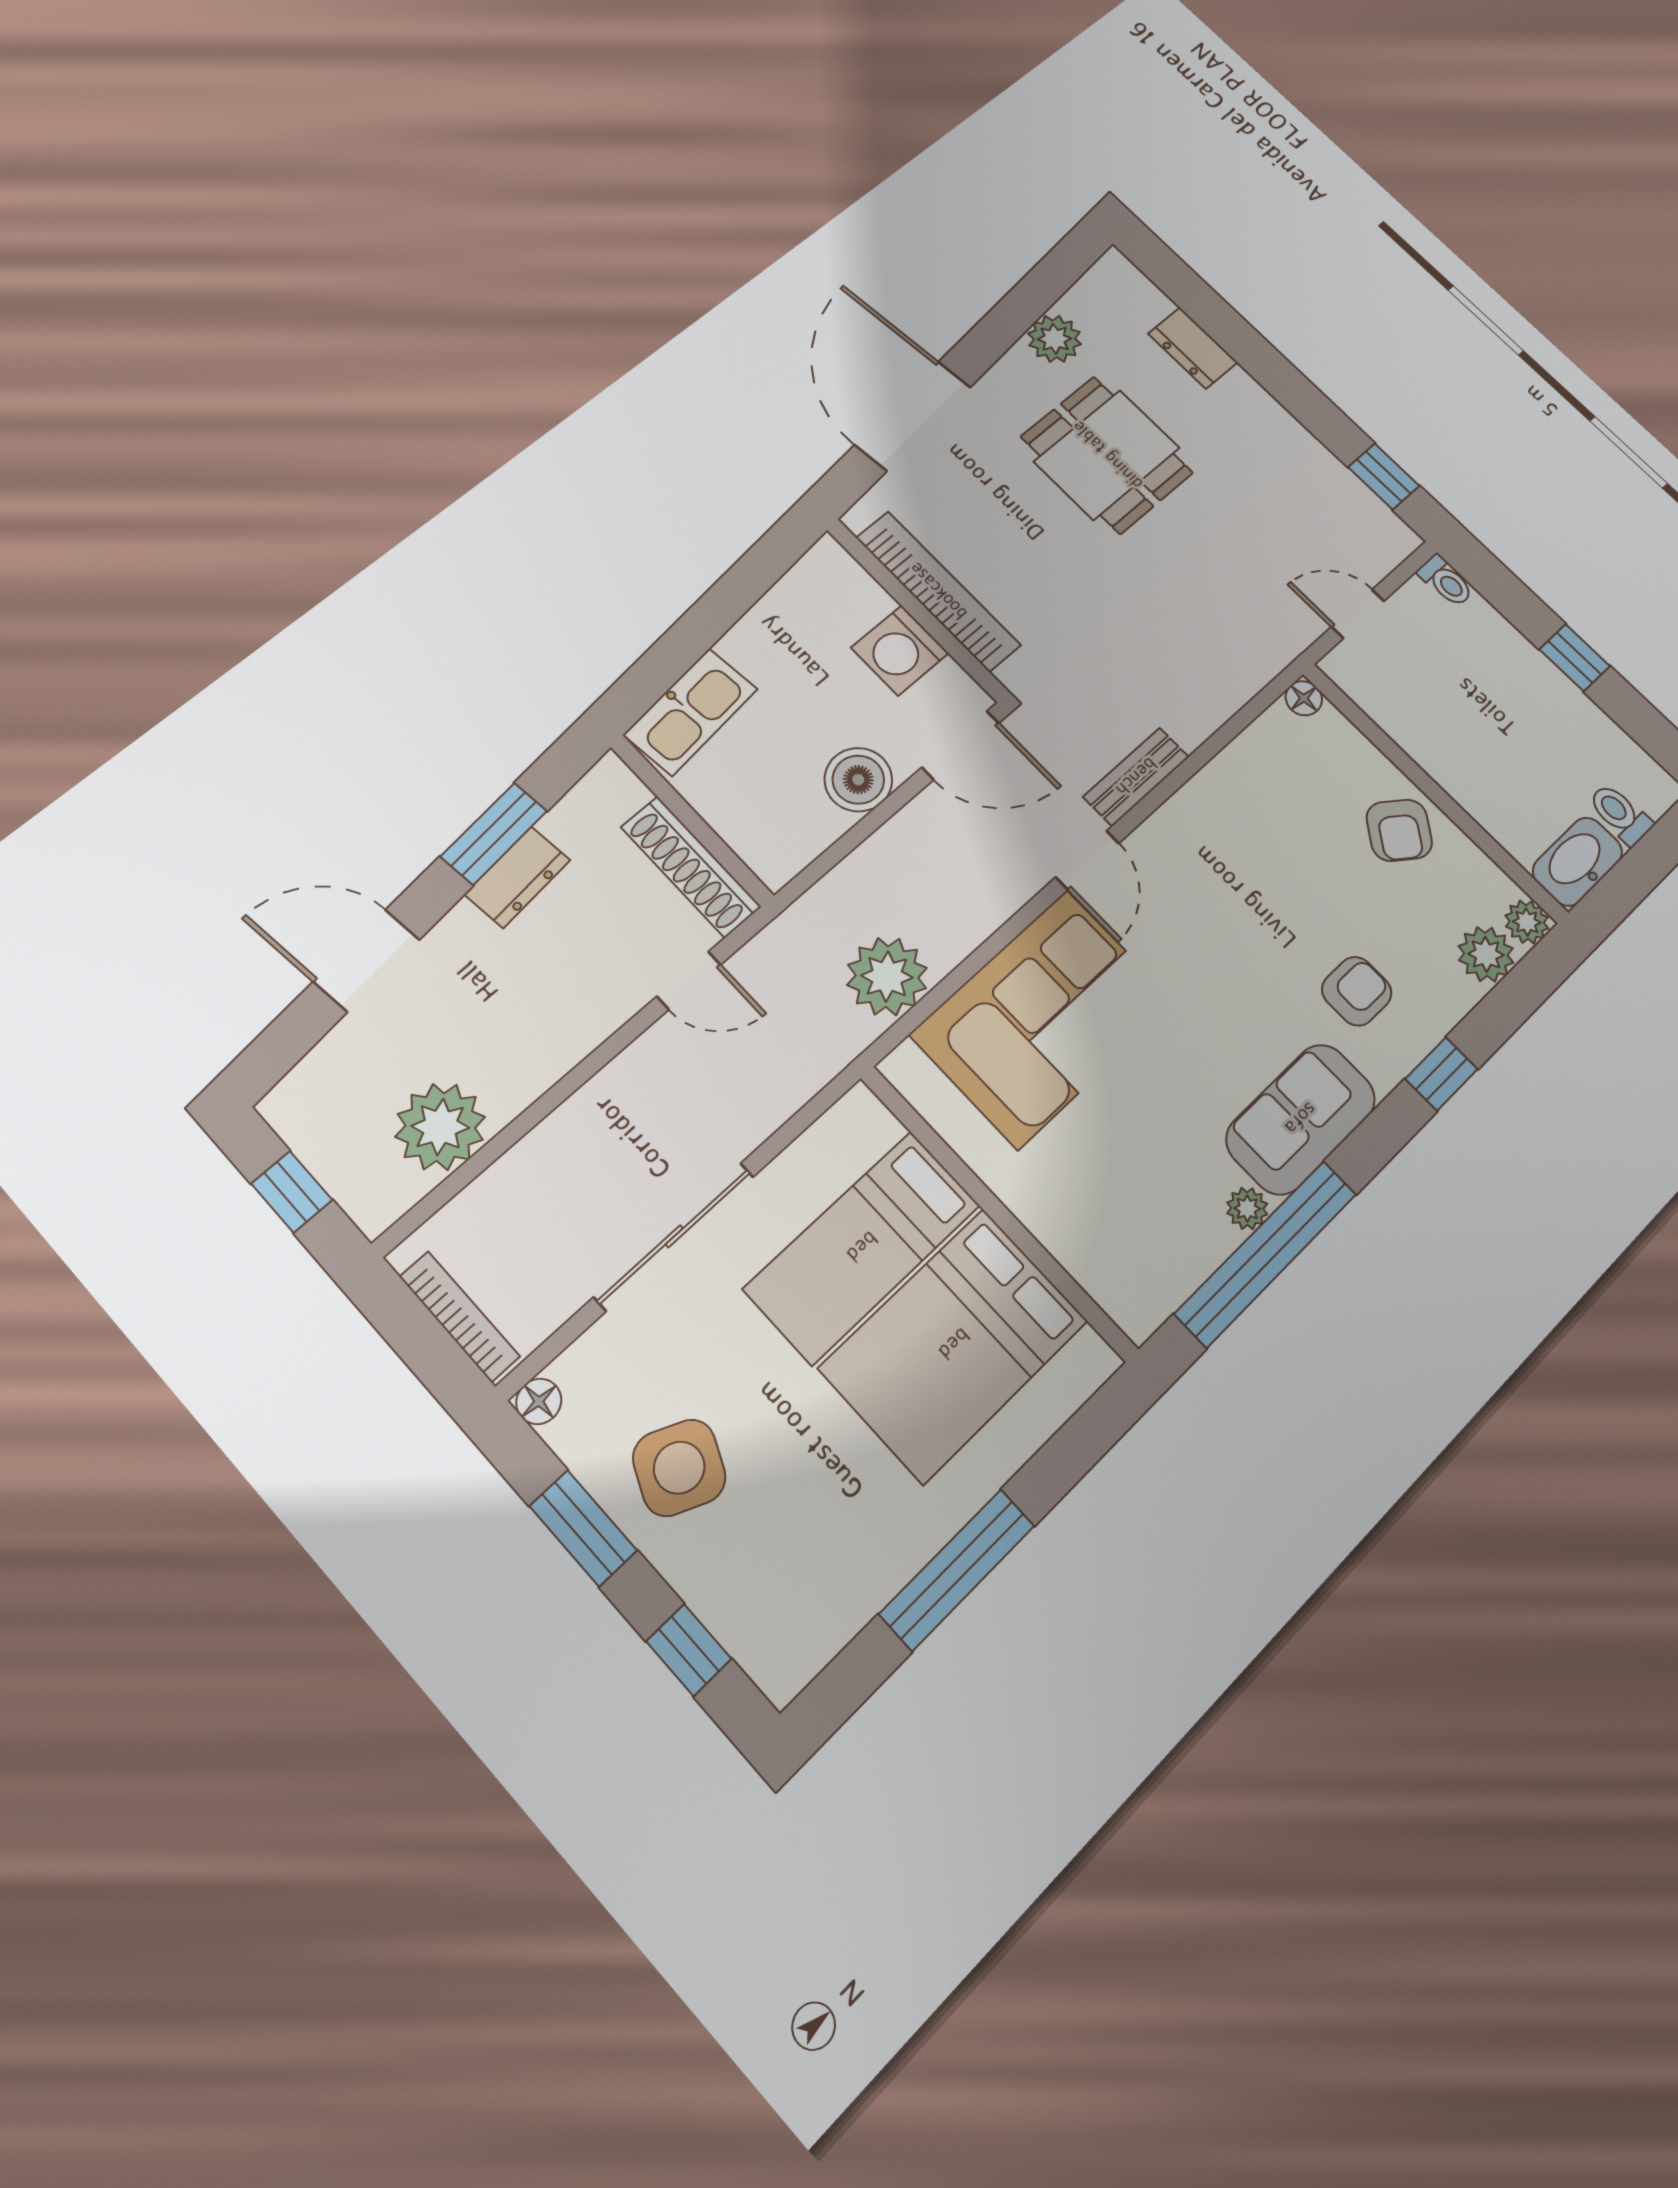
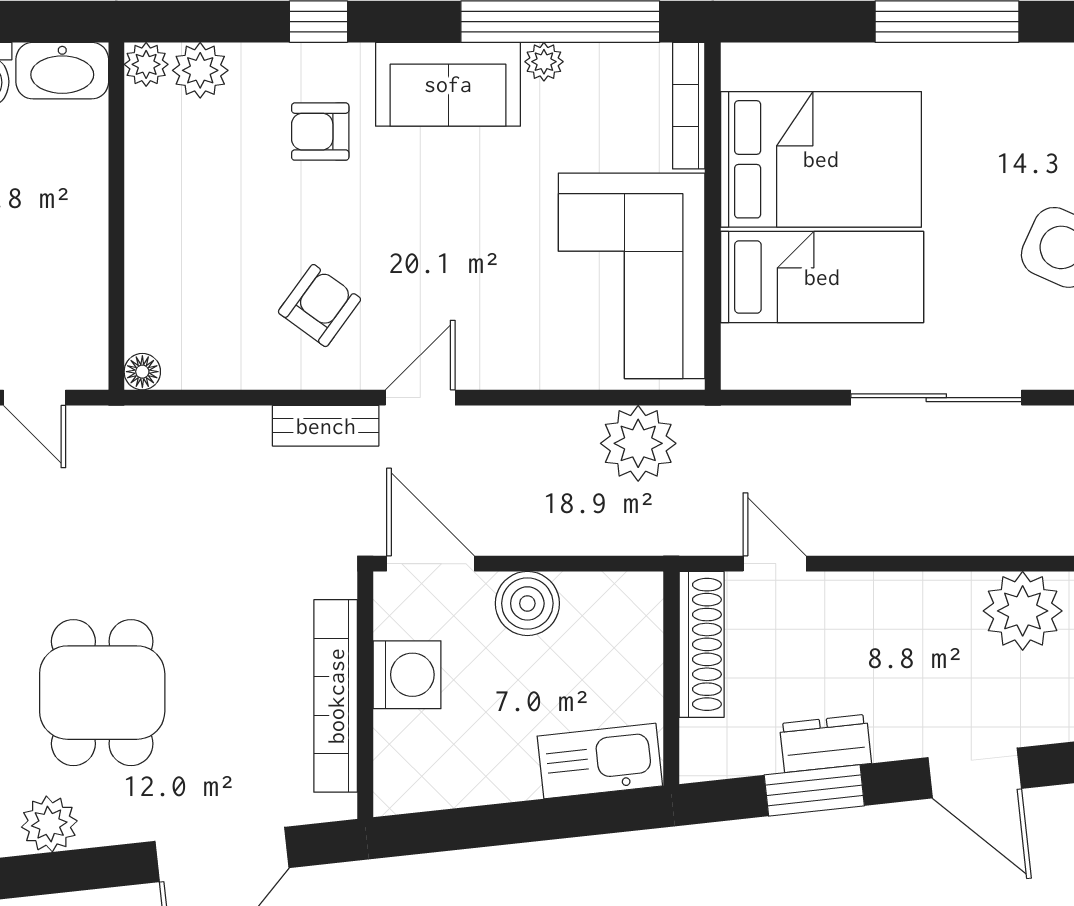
armchair: (1399, 830) -> (319, 306), moved
corner sofa: (1043, 1018) -> (632, 276), moved, turned -90
bookcase: (1102, 1284) -> (689, 106), added

